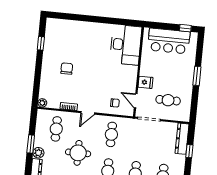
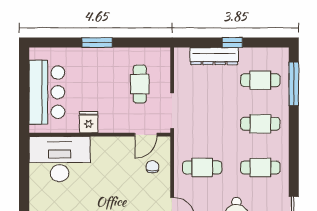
window: (185, 28) -> (24, 68), removed
fridge: (145, 82) -> (89, 122), moved
dresser: (182, 139) -> (214, 56), moved
window: (189, 151) -> (232, 43), moved

